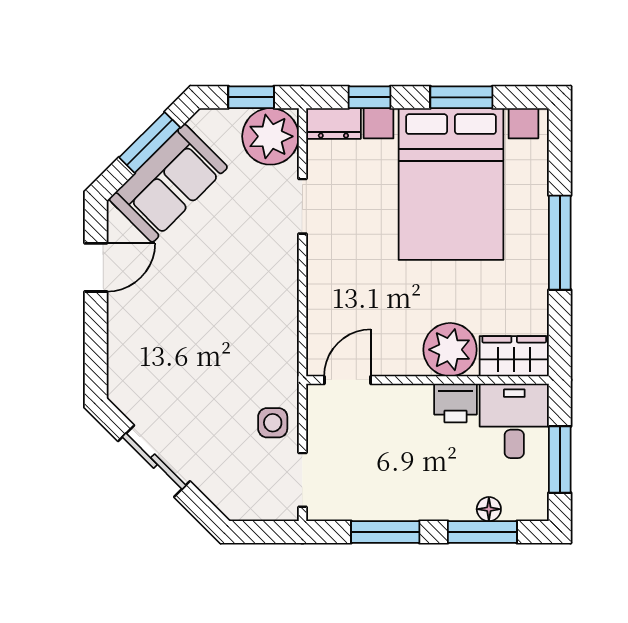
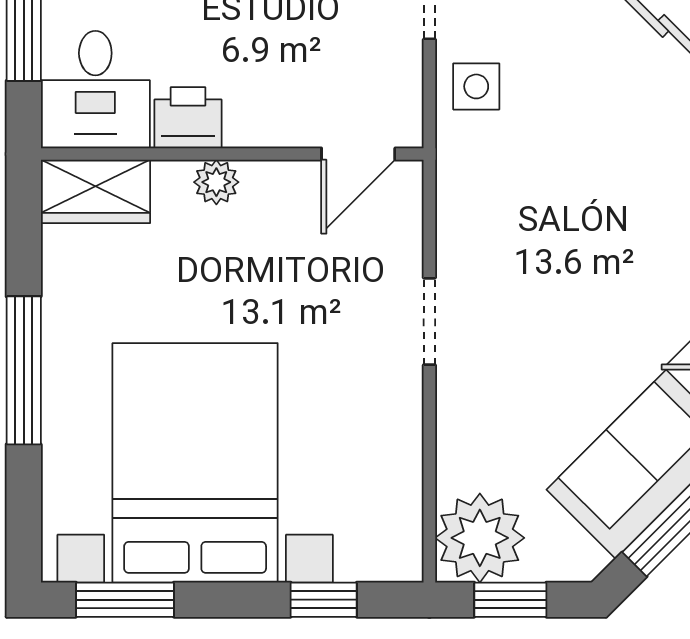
window: (461, 97) -> (125, 600), moved
dresser: (333, 124) -> (381, 558), removed
doorway: (302, 206) -> (429, 321), moved
plant: (450, 350) -> (216, 182), width x0.53, depth x0.53

